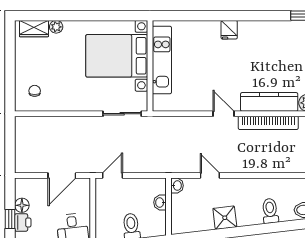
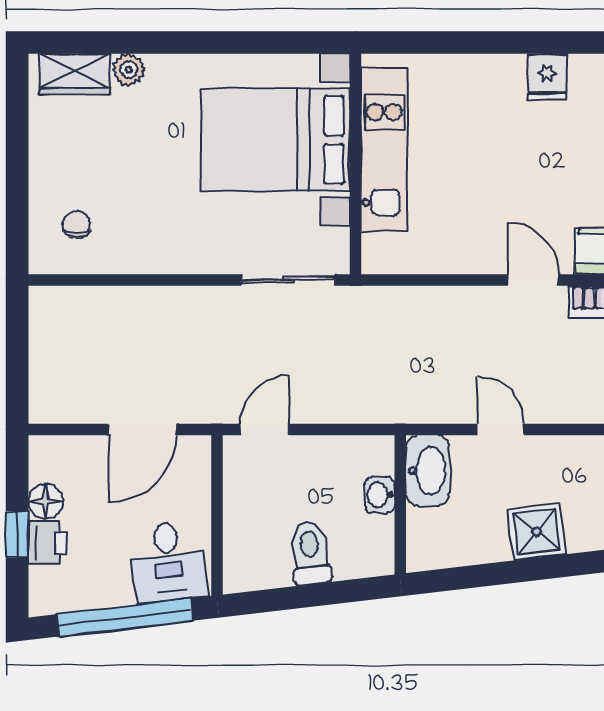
washbasin: (177, 186) -> (428, 471), width x1.91, depth x1.45

